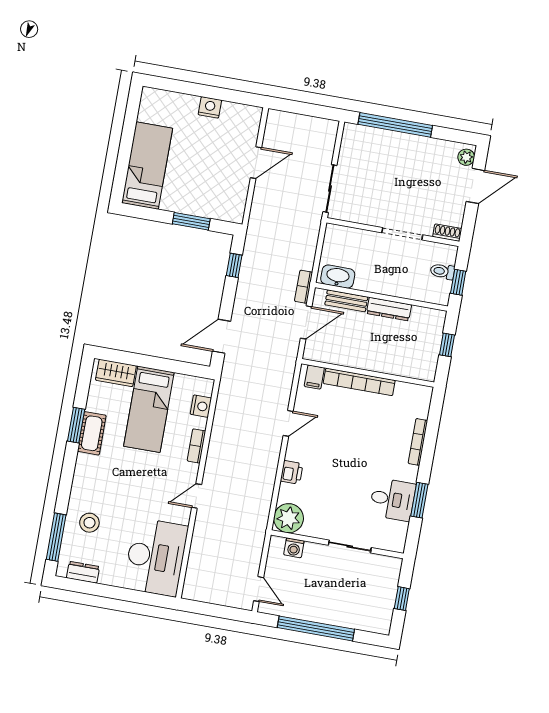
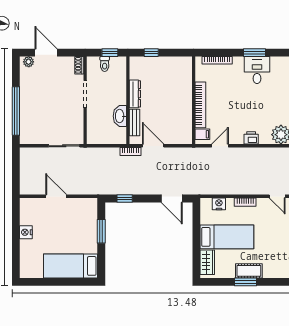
washbasin: (338, 277) -> (120, 116), moved
wall: (368, 373) -> (194, 100), moved
filing cabinet: (314, 377) -> (202, 134), moved
bookcase: (359, 382) -> (200, 105), moved
door: (288, 423) -> (220, 146), hinge flipped

